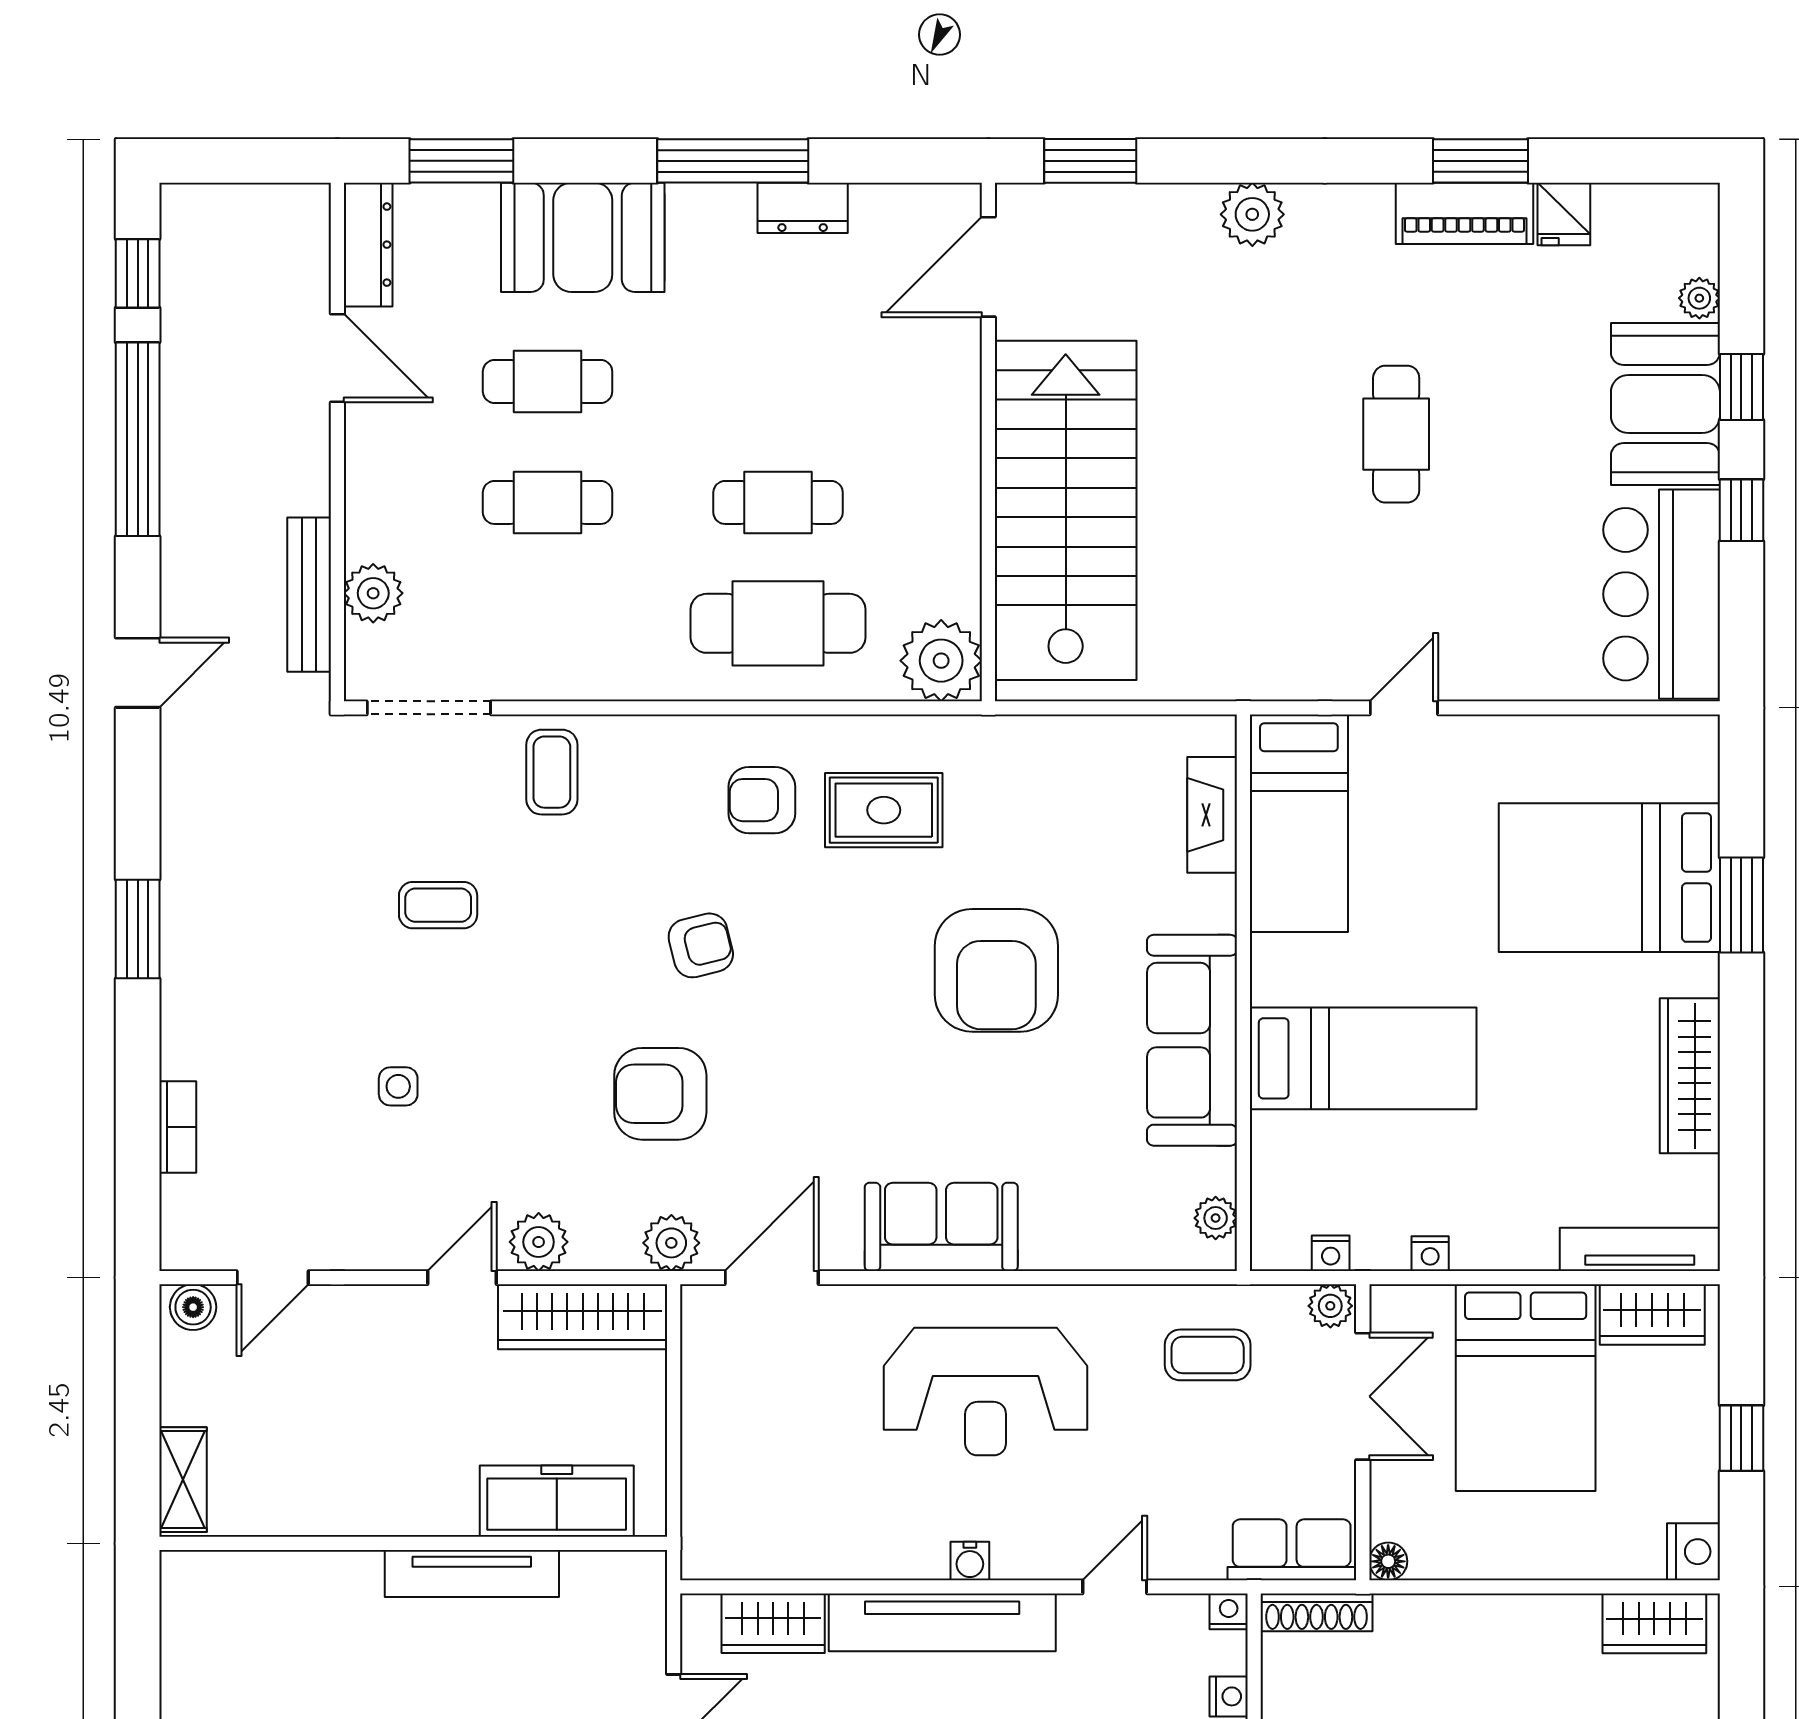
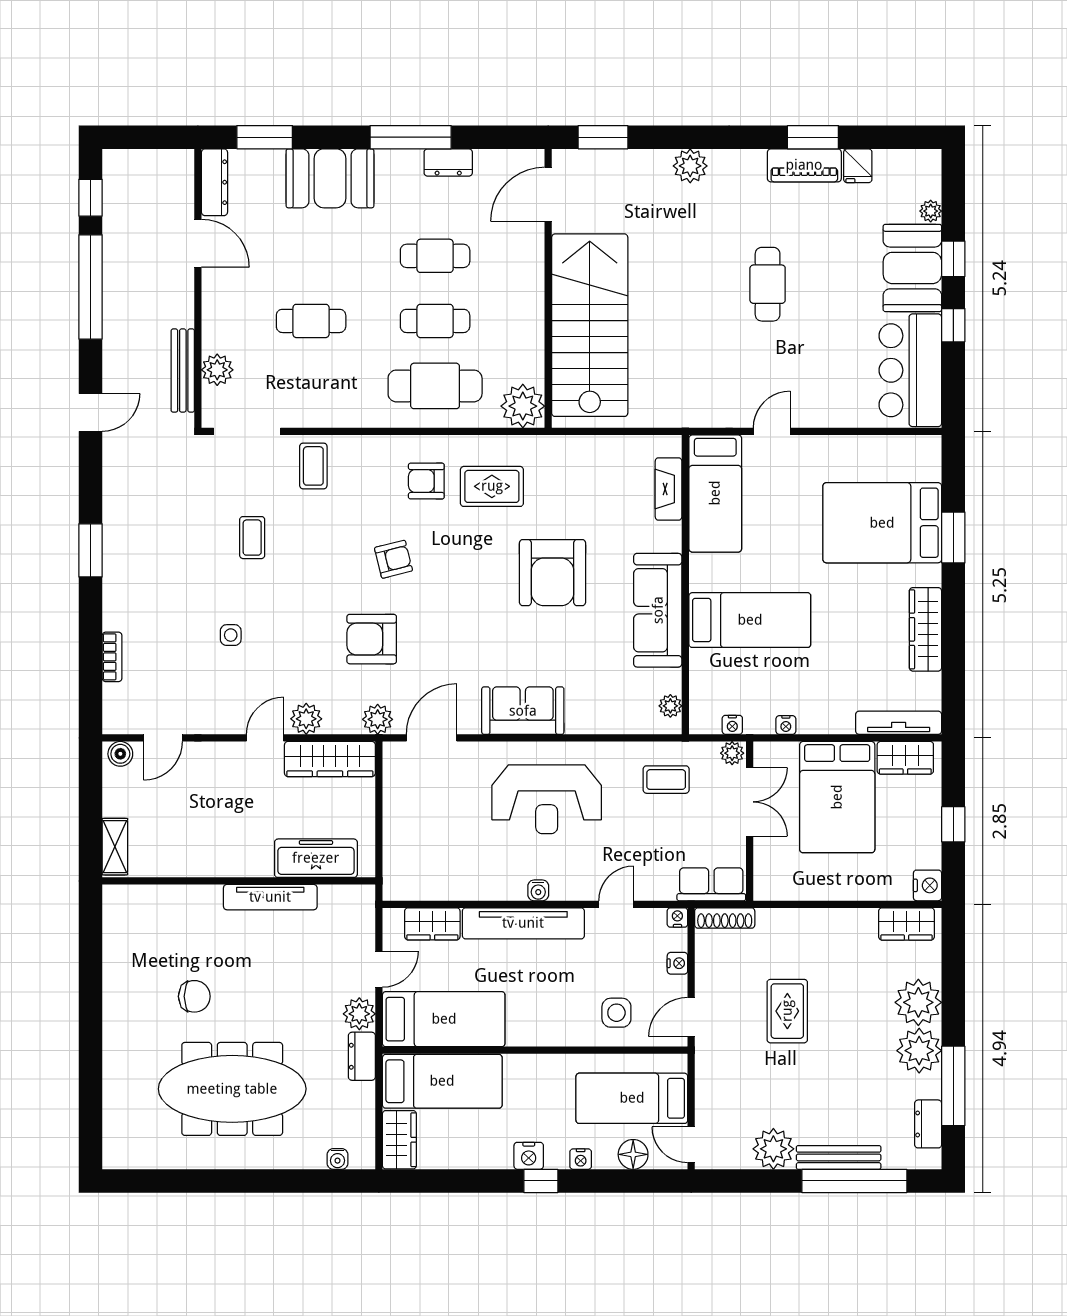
cafe table: (548, 382) -> (435, 256), moved
coffee table: (438, 905) -> (252, 538), turned 90
floor lamp: (1388, 1561) -> (763, 891), removed

